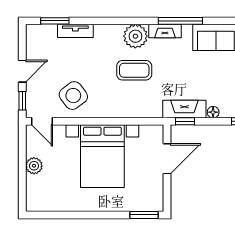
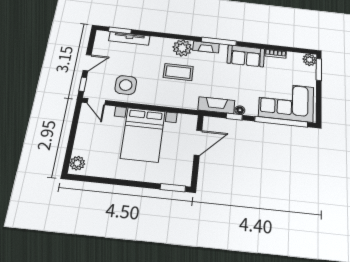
tv unit: (75, 31) -> (129, 38), width x1.41
side table: (73, 96) -> (126, 85), turned 37
window: (185, 121) -> (234, 117), moved
plant: (34, 166) -> (77, 163), moved

